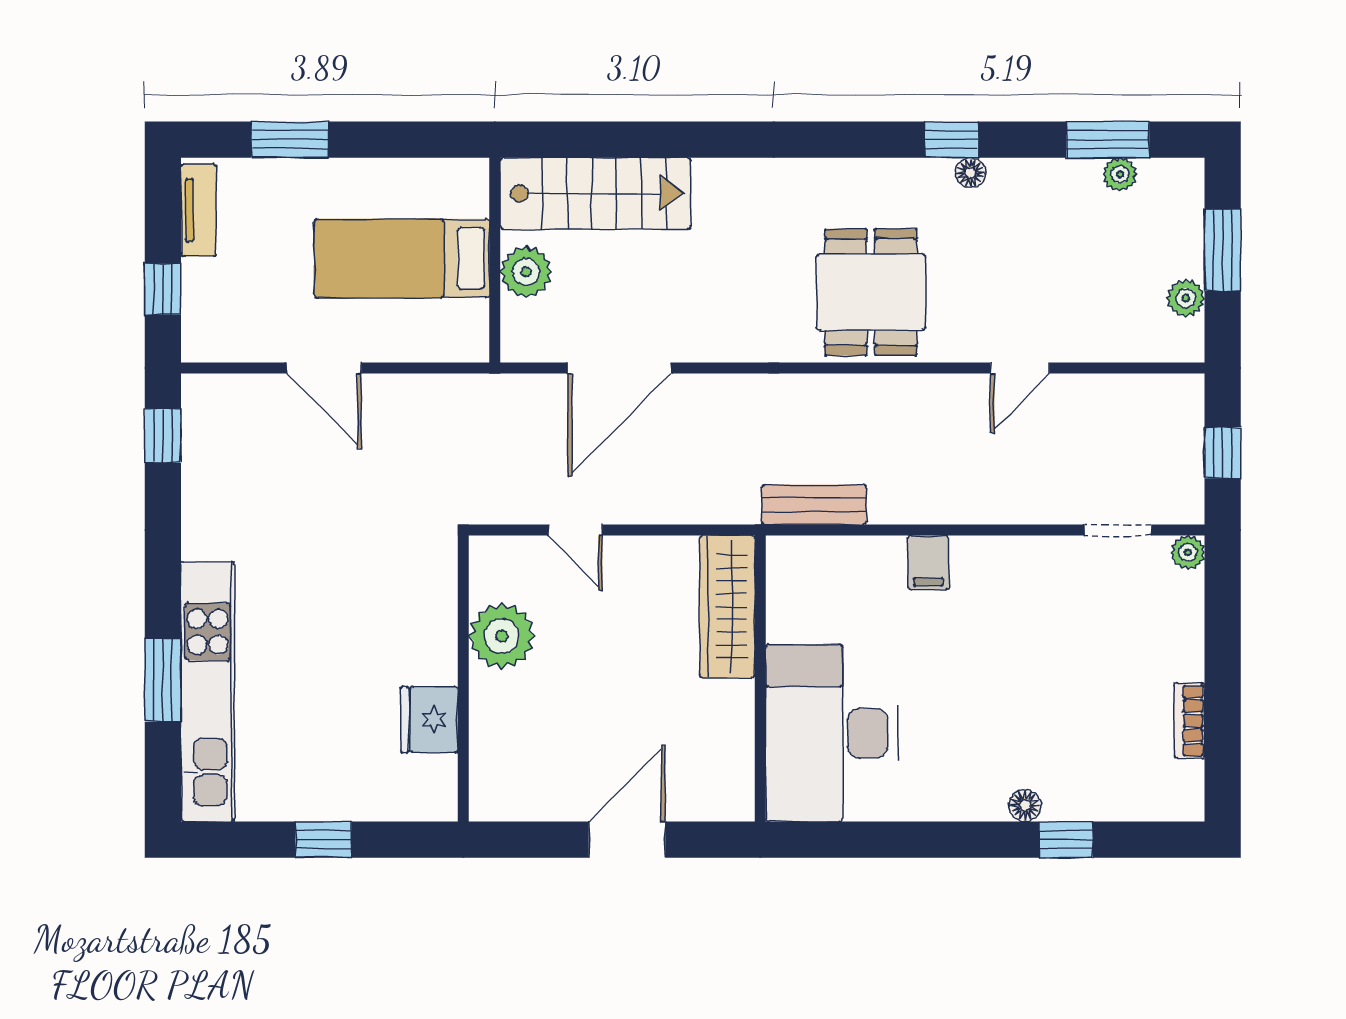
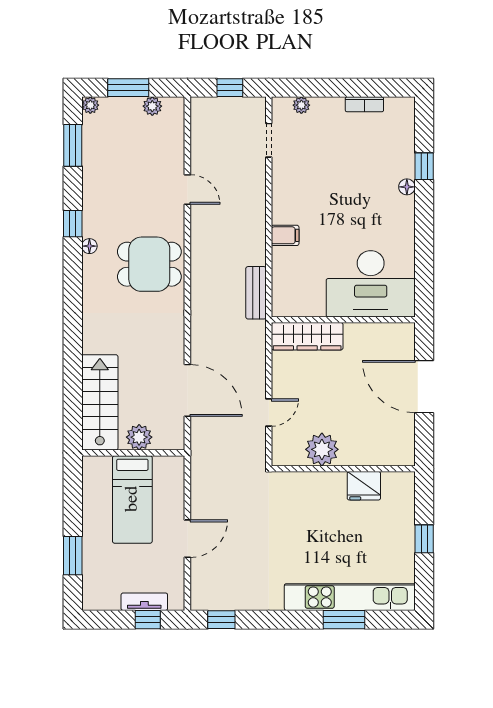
floor lamp: (970, 173) -> (89, 246), moved
plant: (1120, 174) -> (90, 105), moved
tv unit: (198, 210) -> (144, 602), moved
plant: (1188, 552) -> (301, 105), moved
door: (627, 840) -> (424, 387), width x1.36

